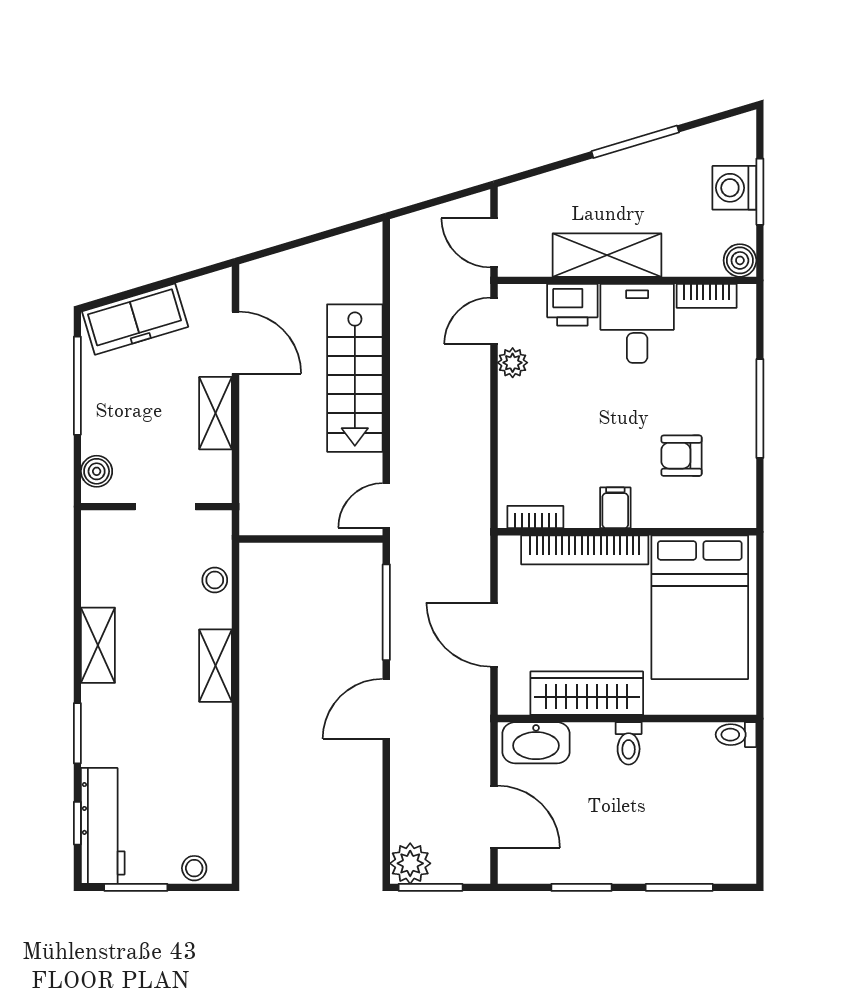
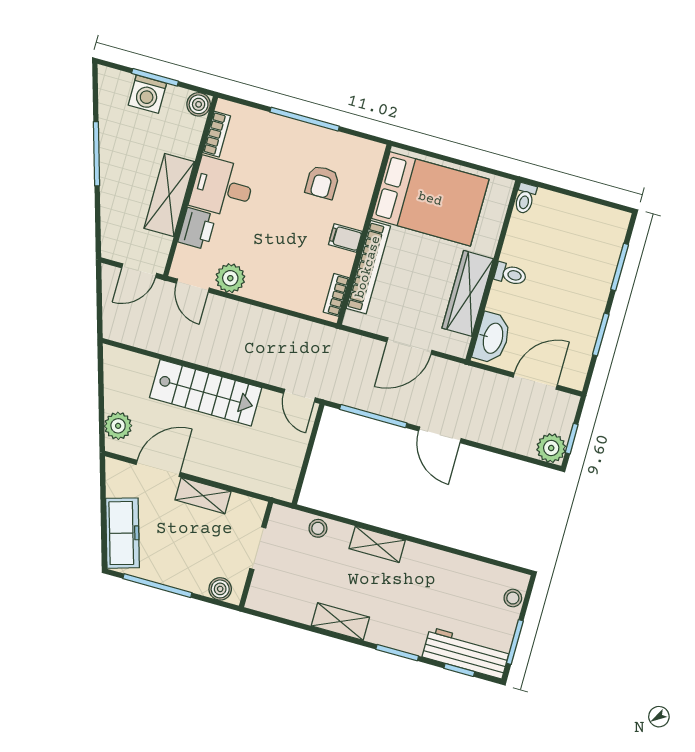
plant: (278, 273) -> (118, 426), added
plant: (513, 363) -> (230, 278), width x1.38, depth x1.38
window: (431, 887) -> (572, 439), width x0.67

